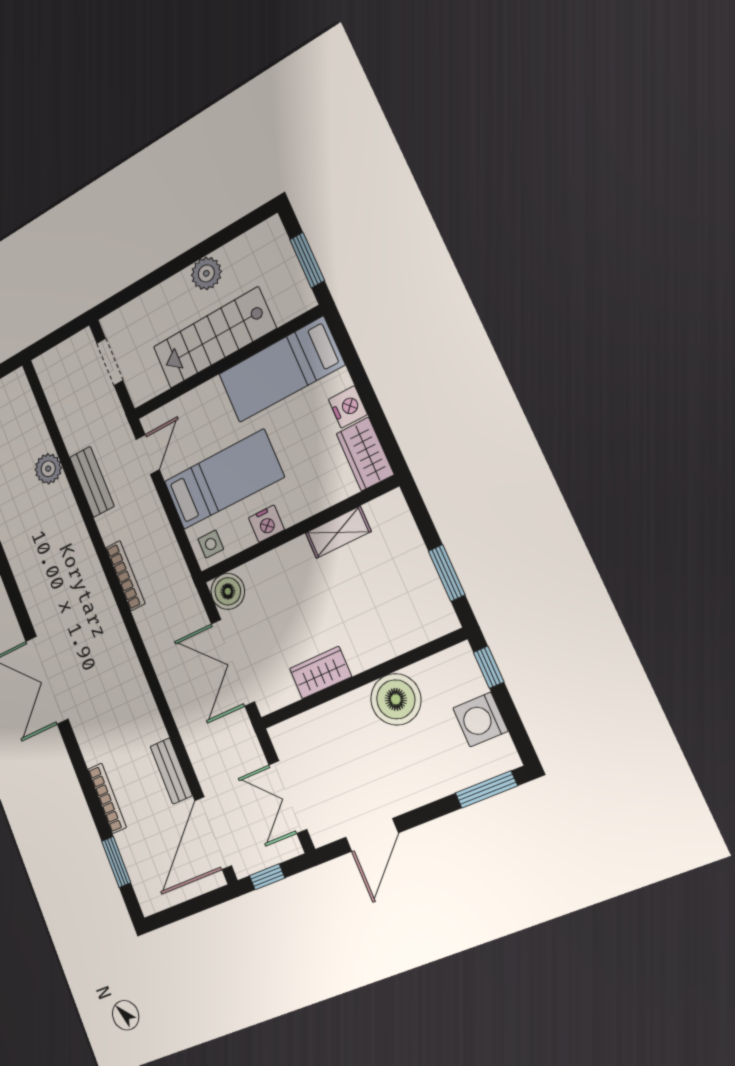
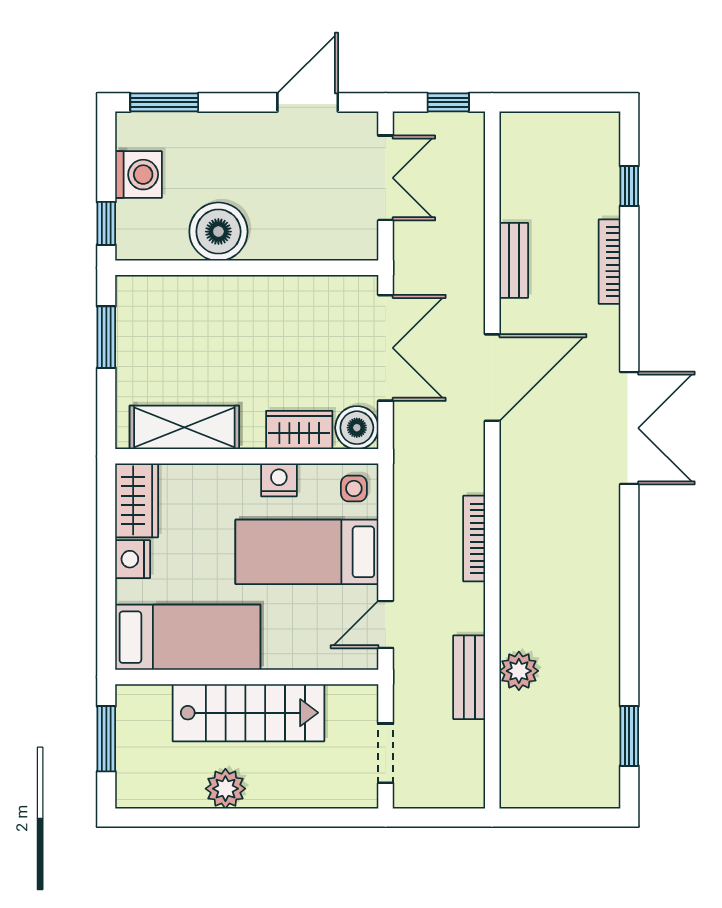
bench: (92, 482) -> (469, 677), moved
shelving: (338, 532) -> (184, 427), width x1.50, depth x1.33
bookcase: (125, 576) -> (474, 539), moved
wardrobe: (320, 673) -> (299, 430), moved, turned 180
door: (213, 833) -> (492, 378), moved
window: (116, 862) -> (629, 186), width x0.67

